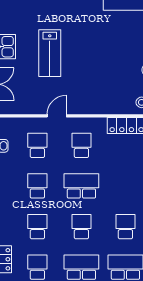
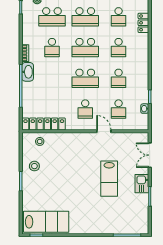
lab bench: (50, 53) -> (109, 179), turned 180
door: (57, 116) -> (104, 131), swing flipped
school desk: (81, 227) -> (85, 48), width x1.85

